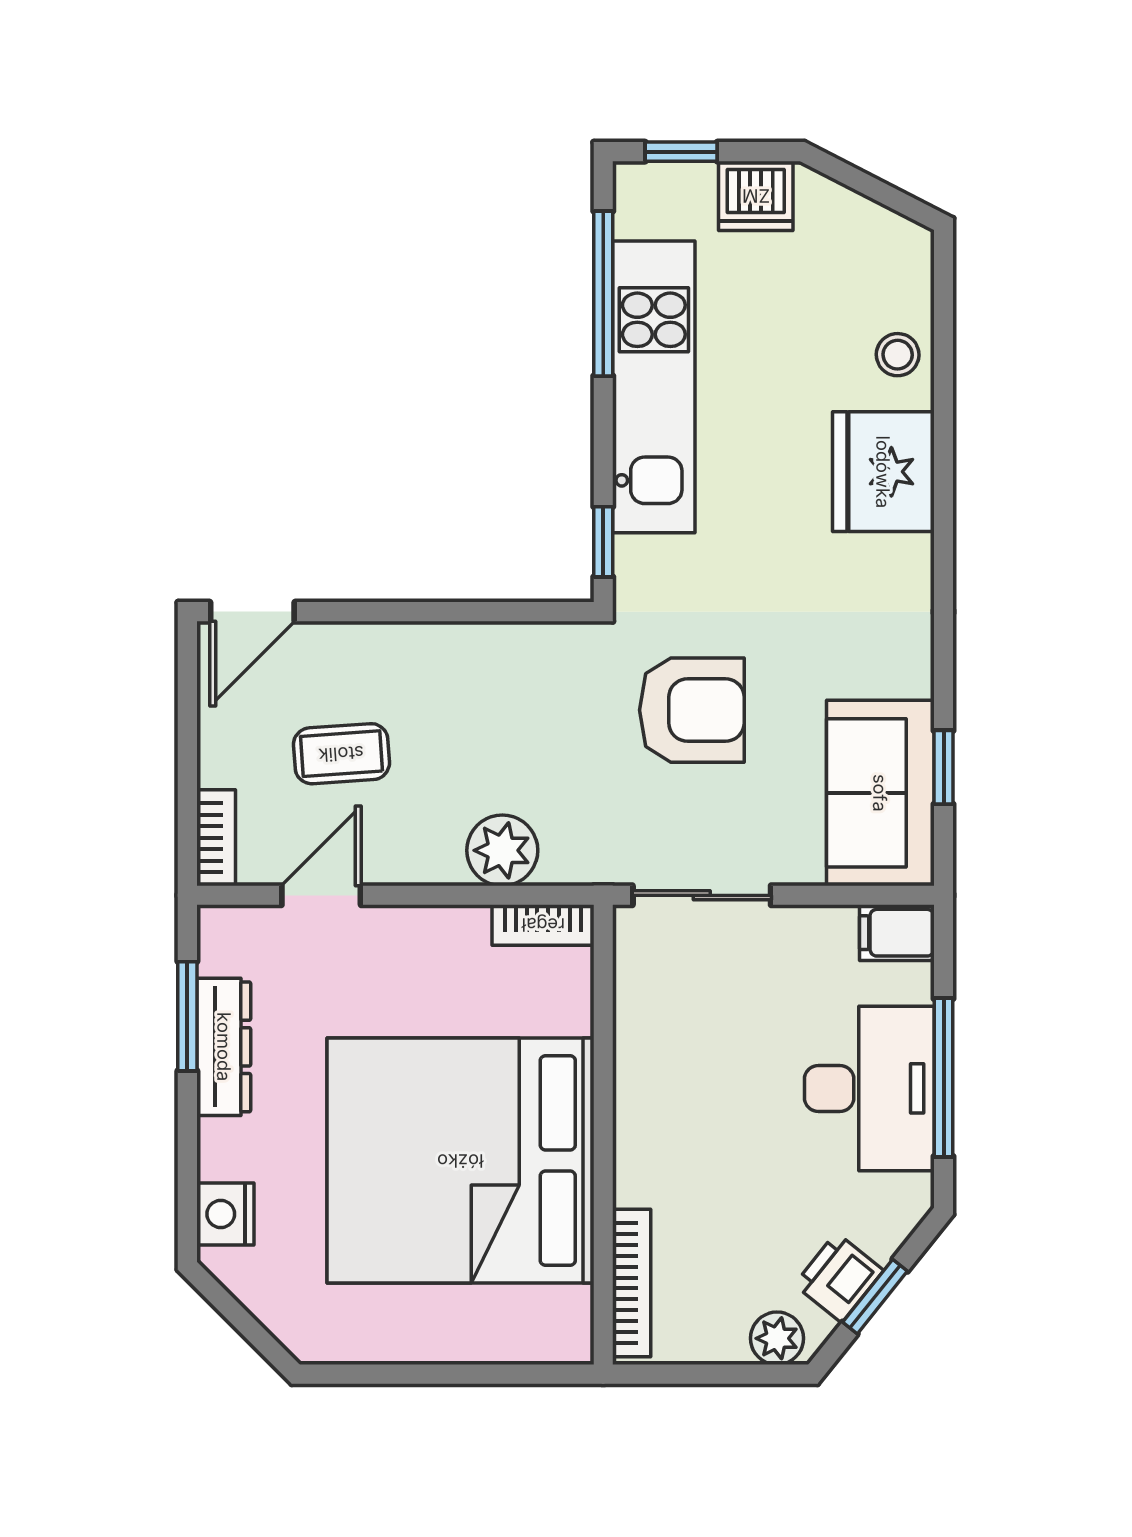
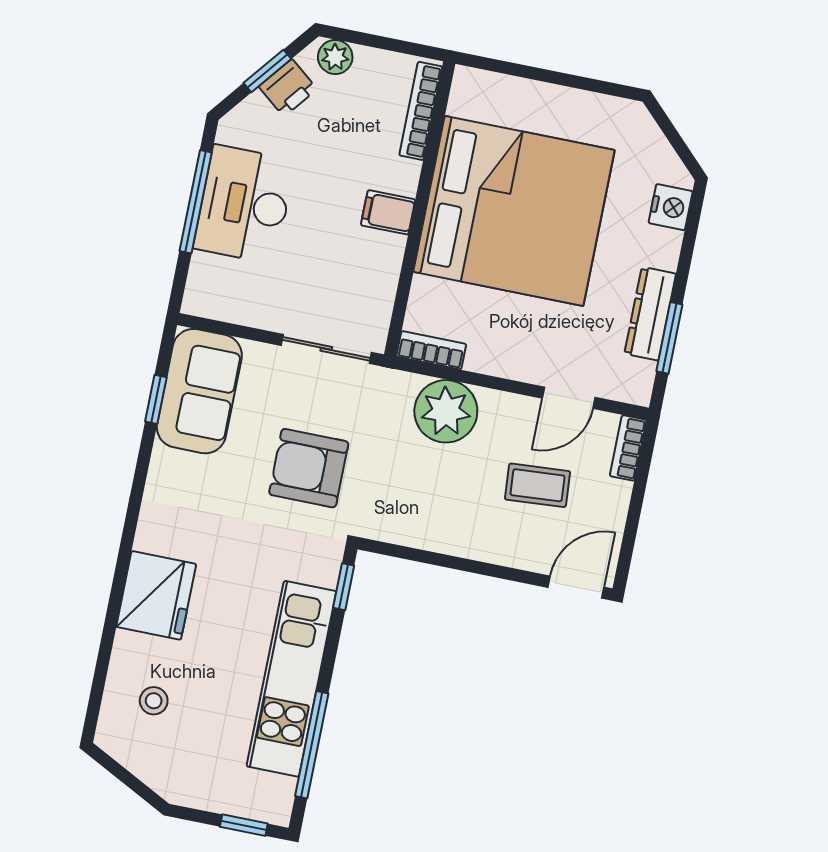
dishwasher: (756, 196) -> (202, 787), removed
stool: (898, 355) -> (154, 701), moved
plant: (502, 850) -> (446, 411), width x1.36, depth x1.36
filing cabinet: (897, 933) -> (388, 212), moved, turned 180

